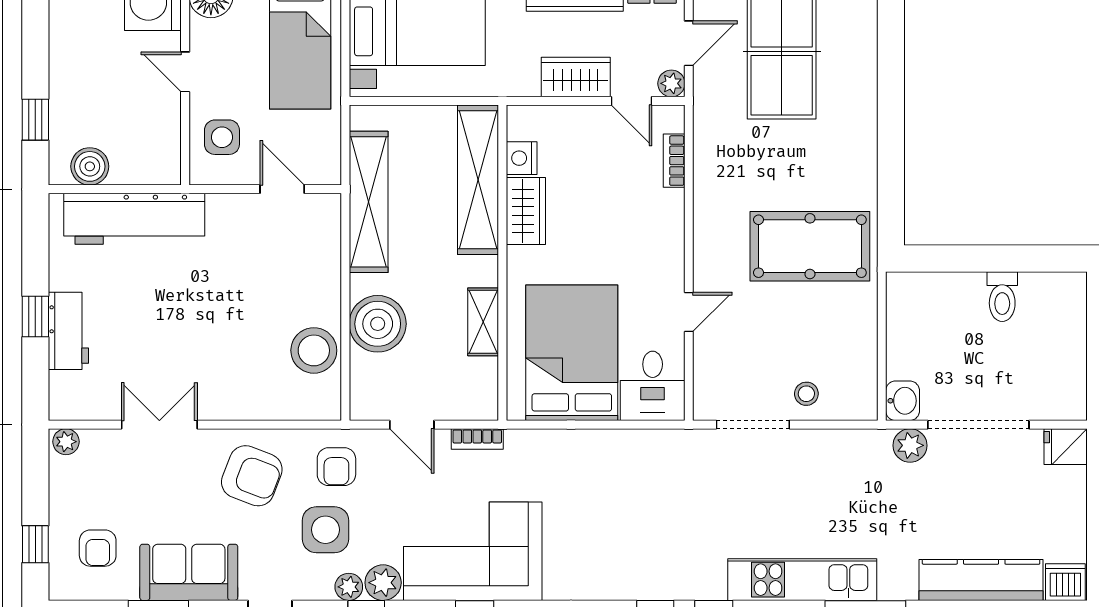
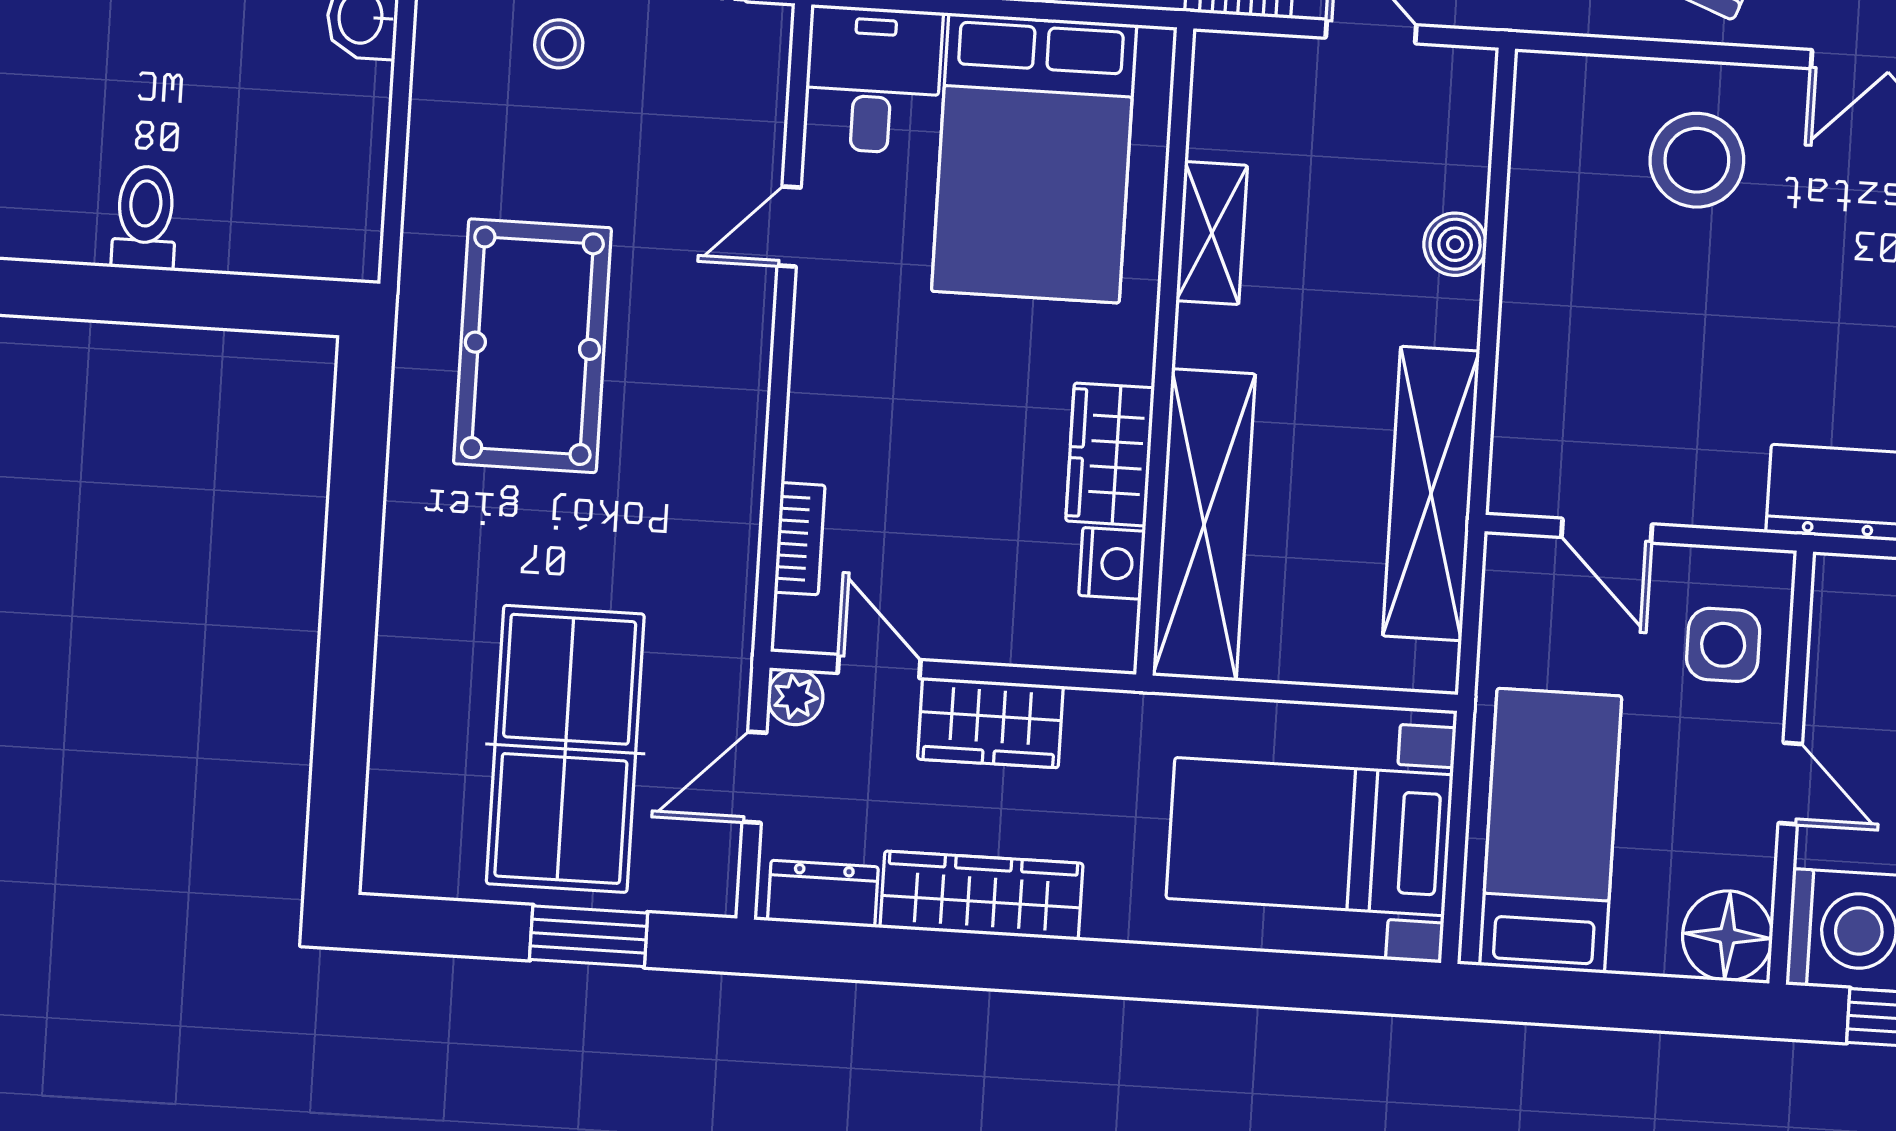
pool table: (810, 246) -> (532, 346), turned 90
boiler: (378, 324) -> (1455, 244), width x0.54, depth x0.54
stool: (314, 350) -> (1697, 160), moved

